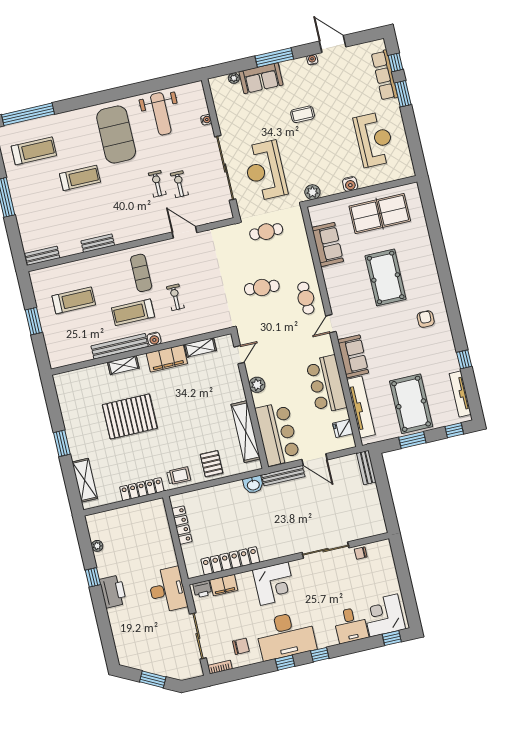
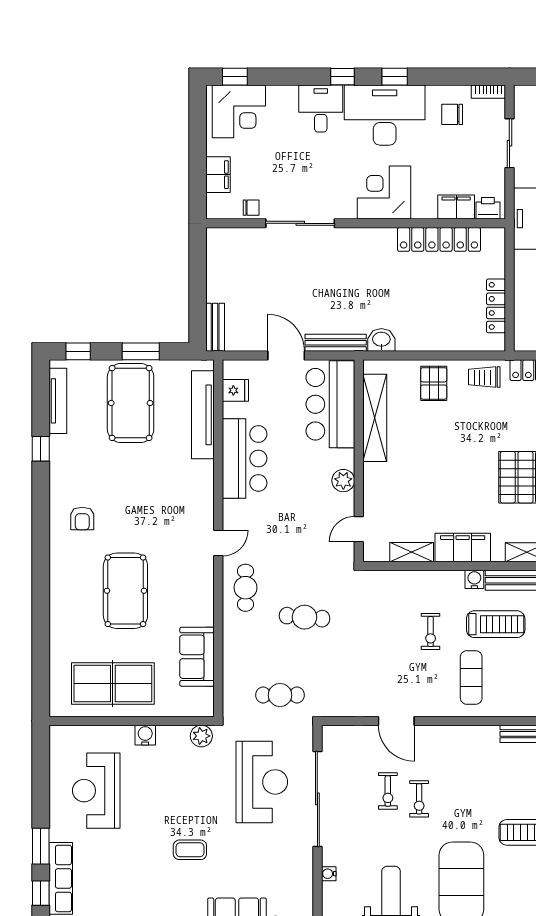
sofa: (353, 356) -> (198, 489), removed
filing cabinet: (388, 570) -> (218, 175), added
desk: (351, 625) -> (321, 109), moved
sliding door: (198, 636) -> (509, 143), width x0.73

